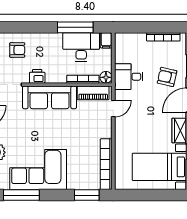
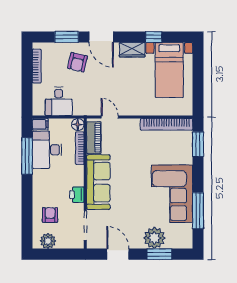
desk: (129, 77) -> (59, 101), moved

